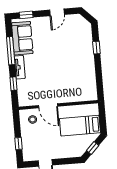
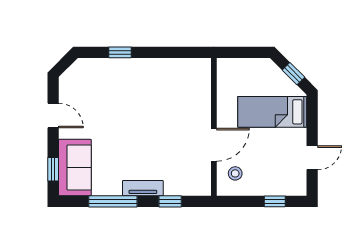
sofa: (22, 38) -> (75, 168), moved, turned 90
bed: (80, 126) -> (272, 112), moved, turned 90

